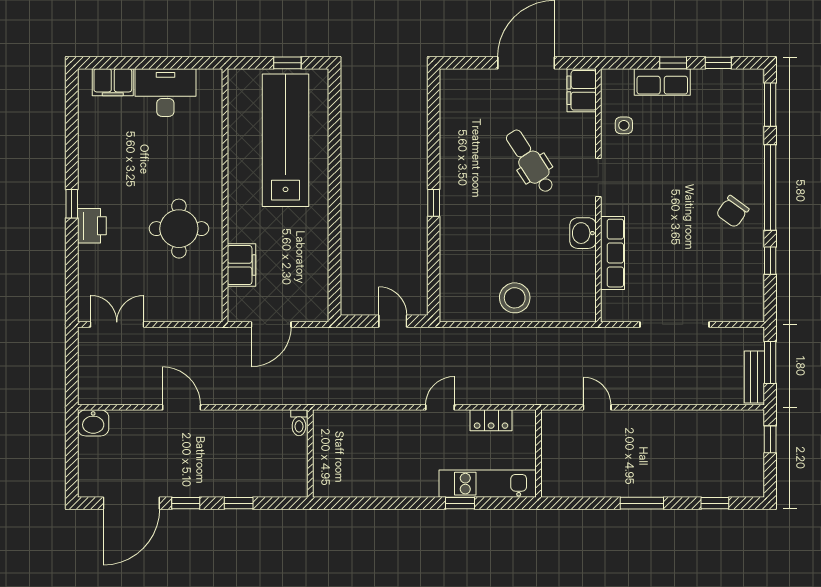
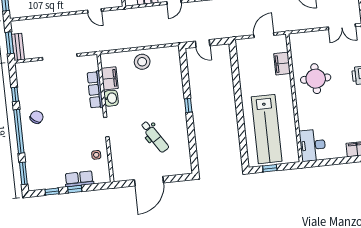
filing cabinet: (582, 90) -> (110, 78), moved
desk: (165, 93) -> (313, 145), moved, turned 90
dental chair: (530, 161) -> (155, 137), moved
bench: (754, 377) -> (18, 47), moved

